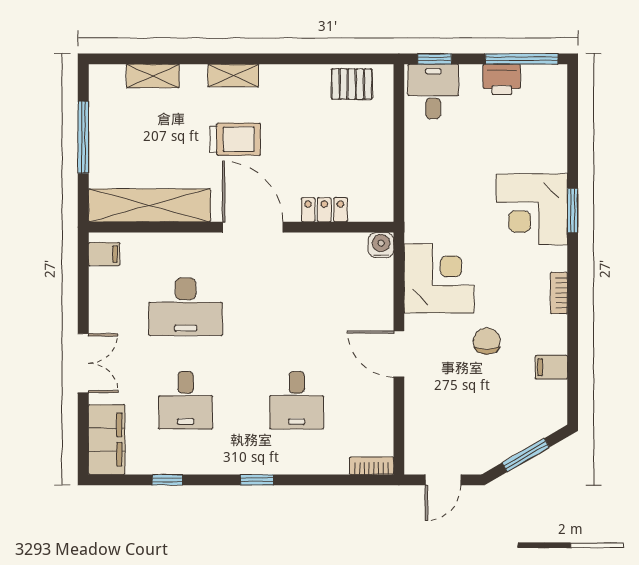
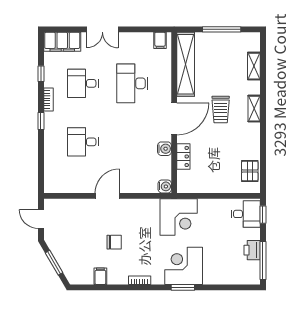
water cooler: (309, 246) -> (164, 149), added
corner desk: (439, 278) -> (179, 217), moved
bookcase: (372, 466) -> (48, 99), moved

